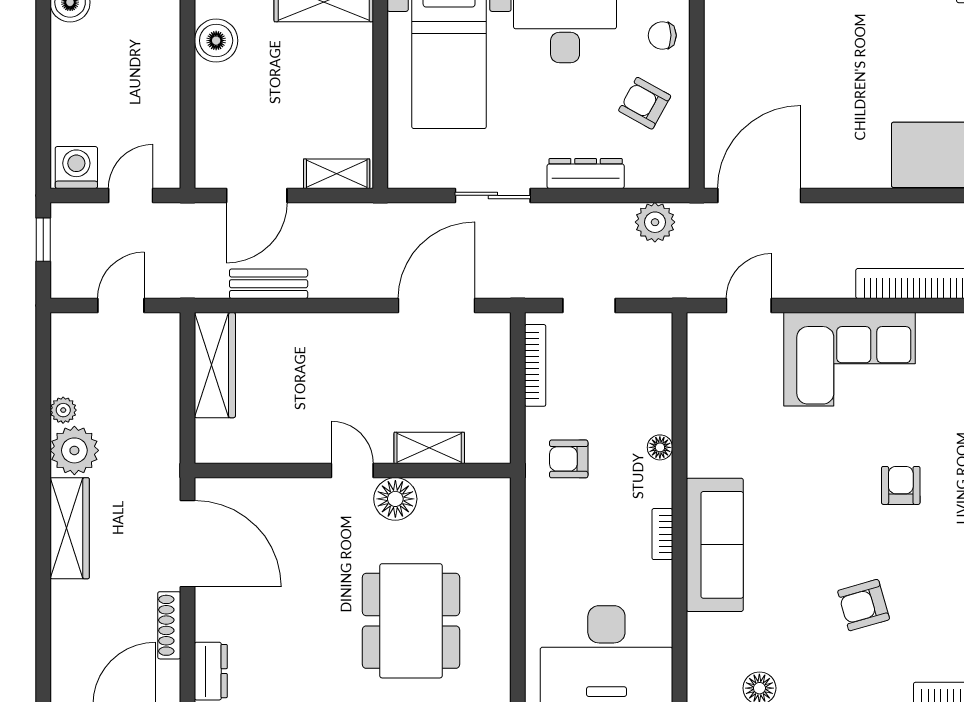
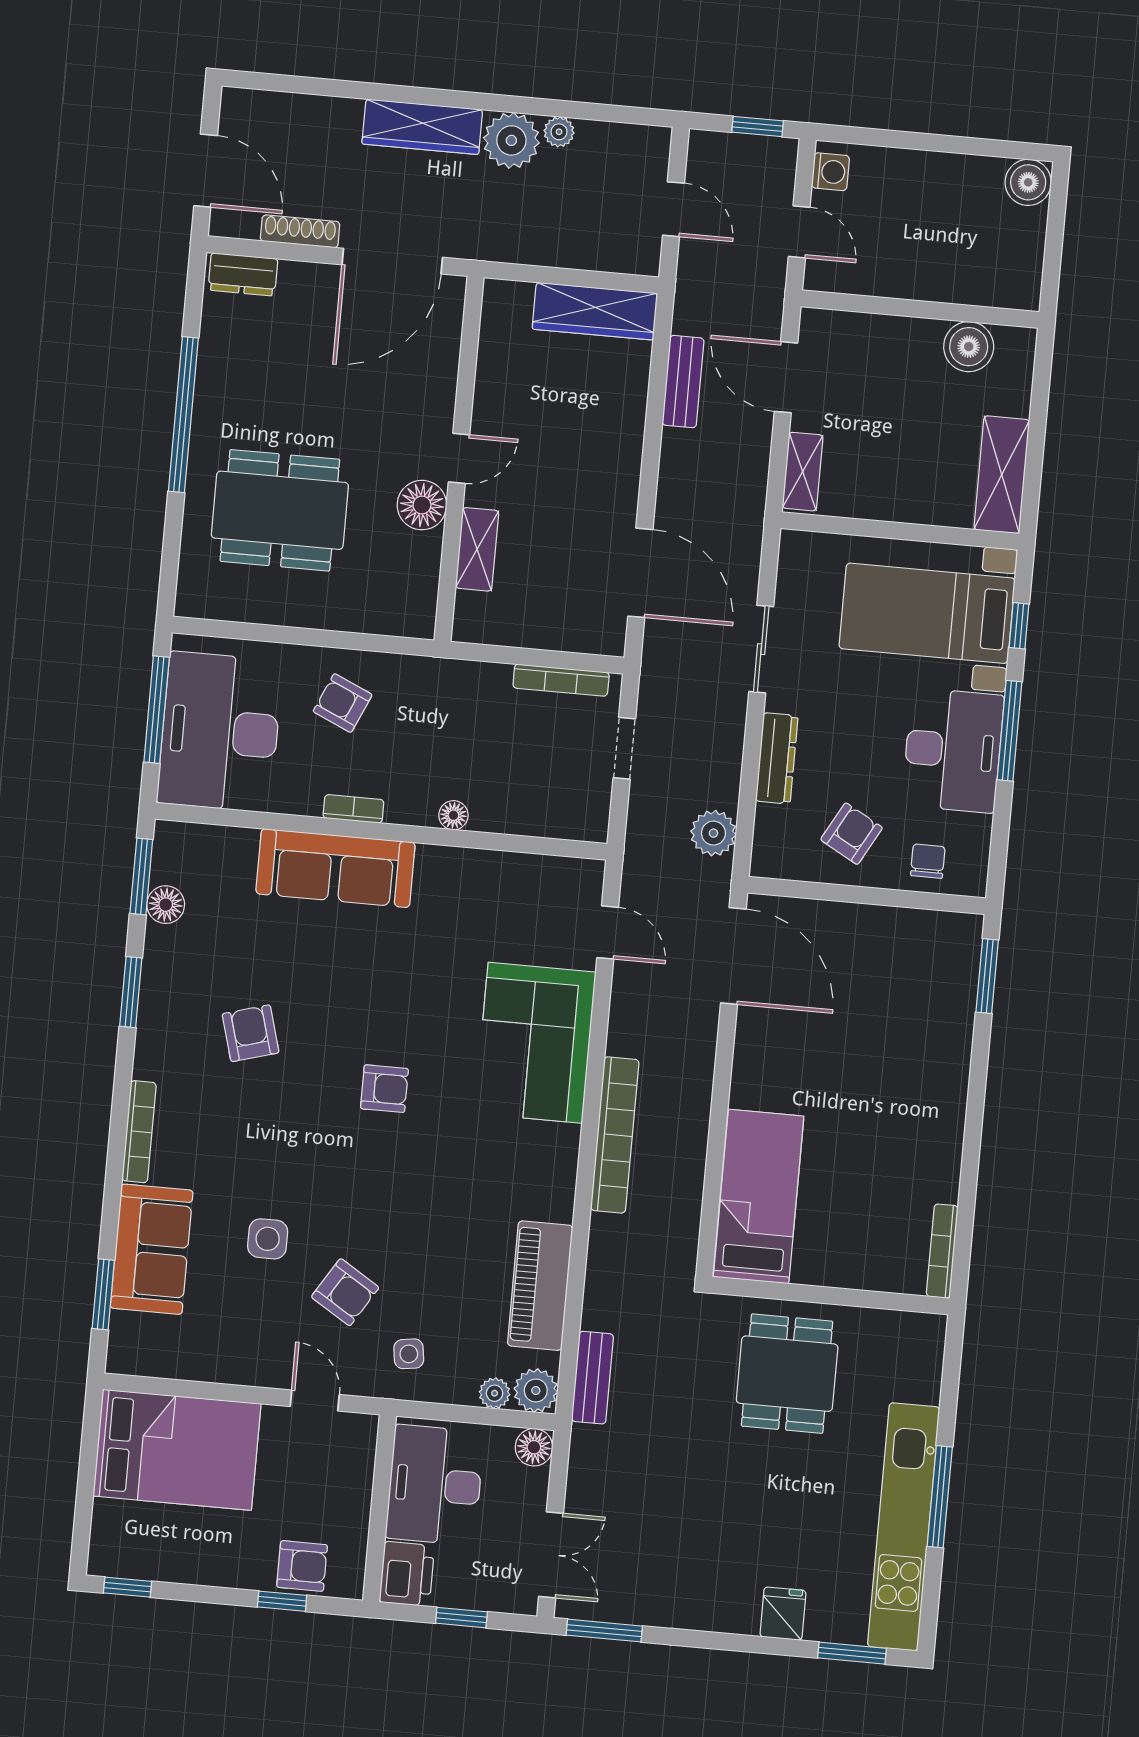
washing machine: (76, 167) -> (830, 172), width x0.73, depth x0.73
armchair: (569, 459) -> (343, 703), moved, turned -66

